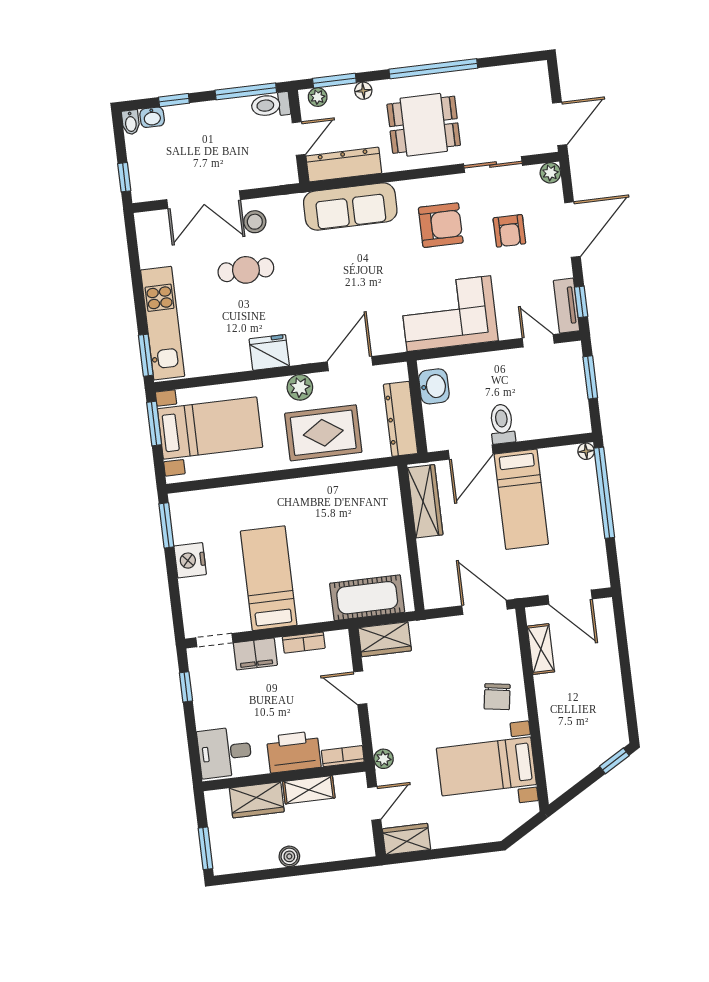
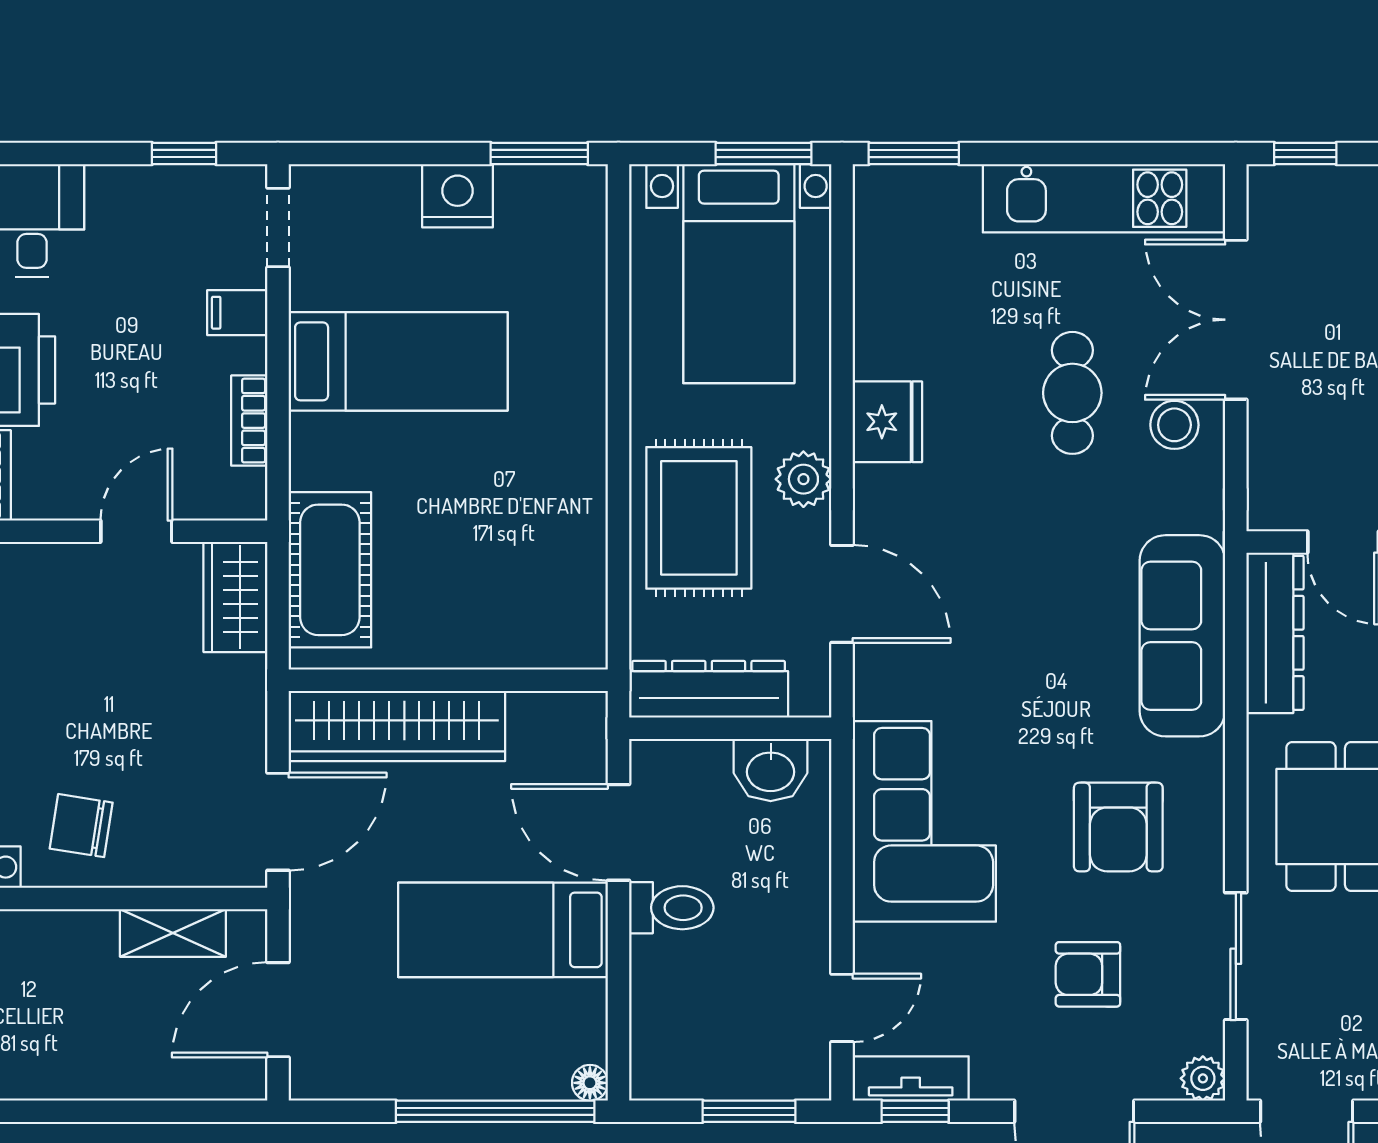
kitchen unit: (163, 323) -> (1104, 198), moved
wardrobe: (425, 501) -> (397, 726), moved, width x1.40, depth x1.17
filing cabinet: (255, 654) -> (237, 313), width x0.50

